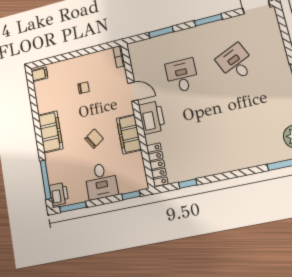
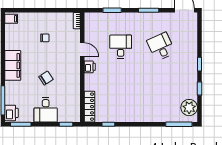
printer: (152, 117) -> (90, 67), width x0.53, depth x0.68
filing cabinet: (129, 134) -> (73, 80), removed

